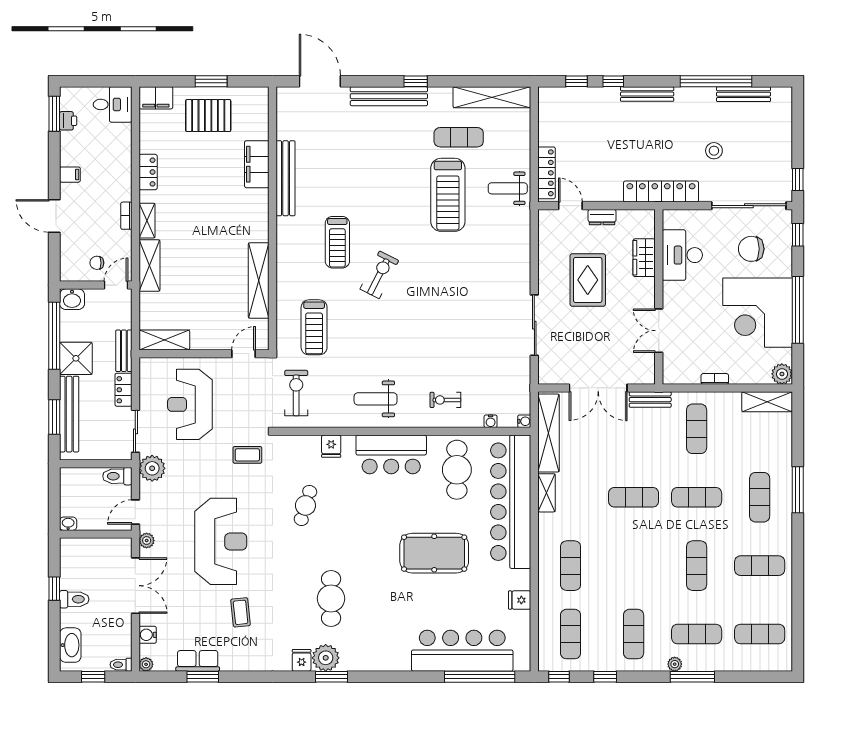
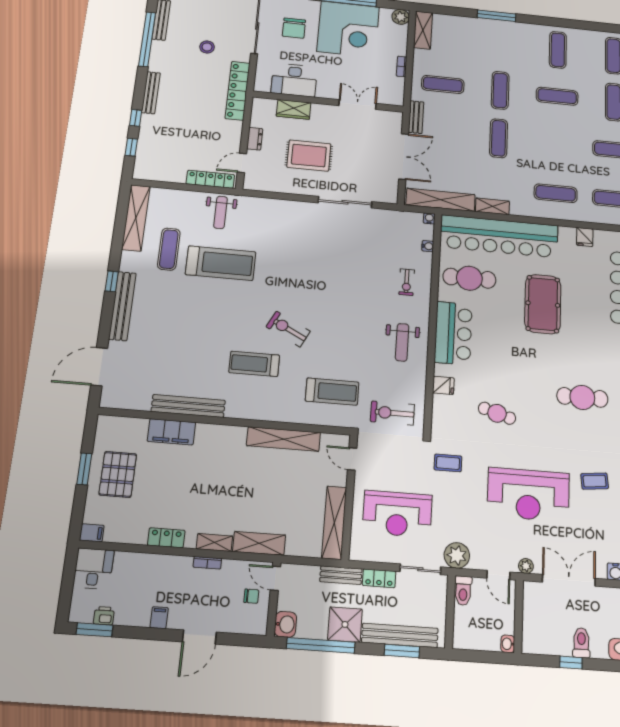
filing cabinet: (156, 98) -> (92, 533), width x0.50
treadmill: (337, 242) -> (254, 364), turned 180
chair: (97, 263) -> (251, 596), turned -90
double door: (659, 331) -> (358, 105), swing flipped
shelving: (164, 340) -> (334, 523), width x1.47
coffee table: (247, 455) -> (448, 463), turned 90
exercise mat: (760, 497) -> (502, 44), removed
reception desk: (221, 541) -> (528, 494), turned 180

